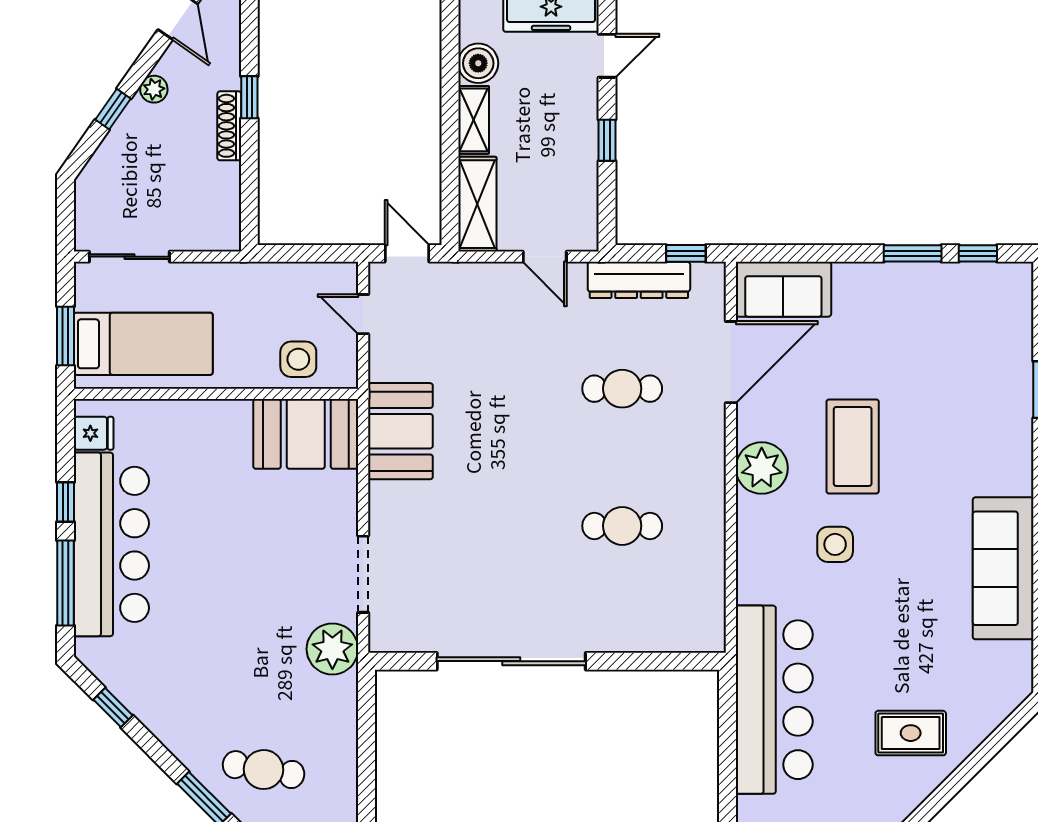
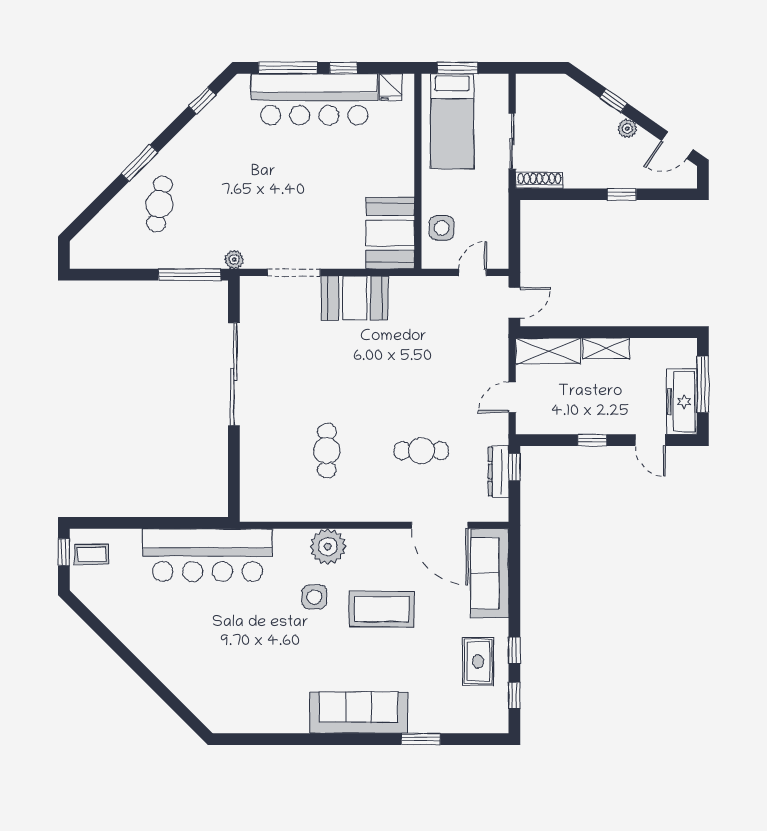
boiler: (478, 63) -> (645, 352), removed
shoe rack: (229, 126) -> (539, 180), moved
window: (686, 253) -> (514, 467), moved
window: (913, 253) -> (514, 650), width x0.67
sliding door: (129, 257) -> (512, 141), moved
dresser: (639, 280) -> (499, 471), width x0.73, depth x0.80
sofa: (783, 289) -> (490, 573), width x1.36
cafe table: (622, 389) -> (421, 451), turned 90
booth: (400, 431) -> (355, 298), moved
plant: (762, 468) -> (328, 547), moved
sofa: (1003, 568) -> (359, 713), moved
plant: (332, 649) -> (234, 260), width x0.53, depth x0.53
window: (366, 726) -> (190, 275), added
rug: (911, 733) -> (478, 661), moved

